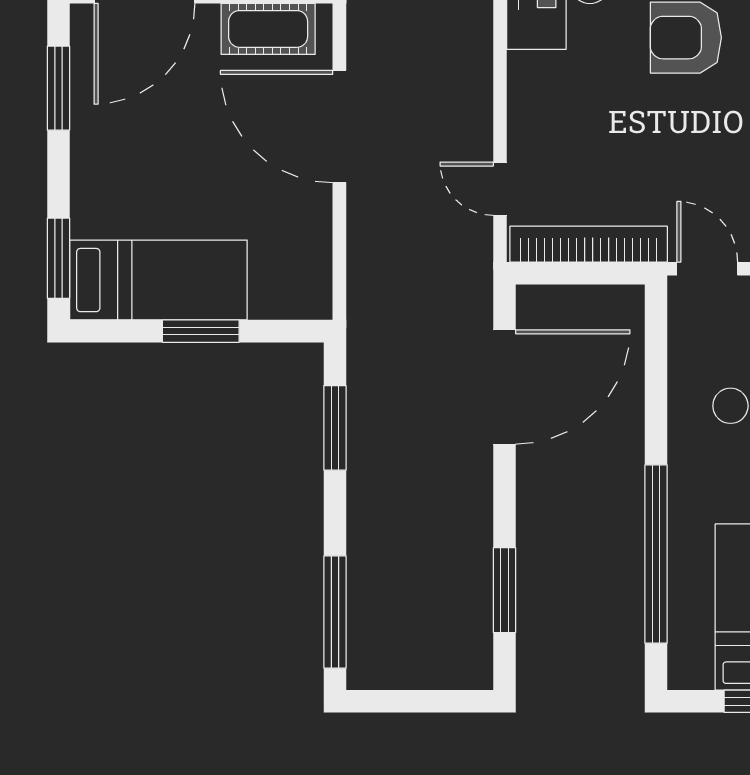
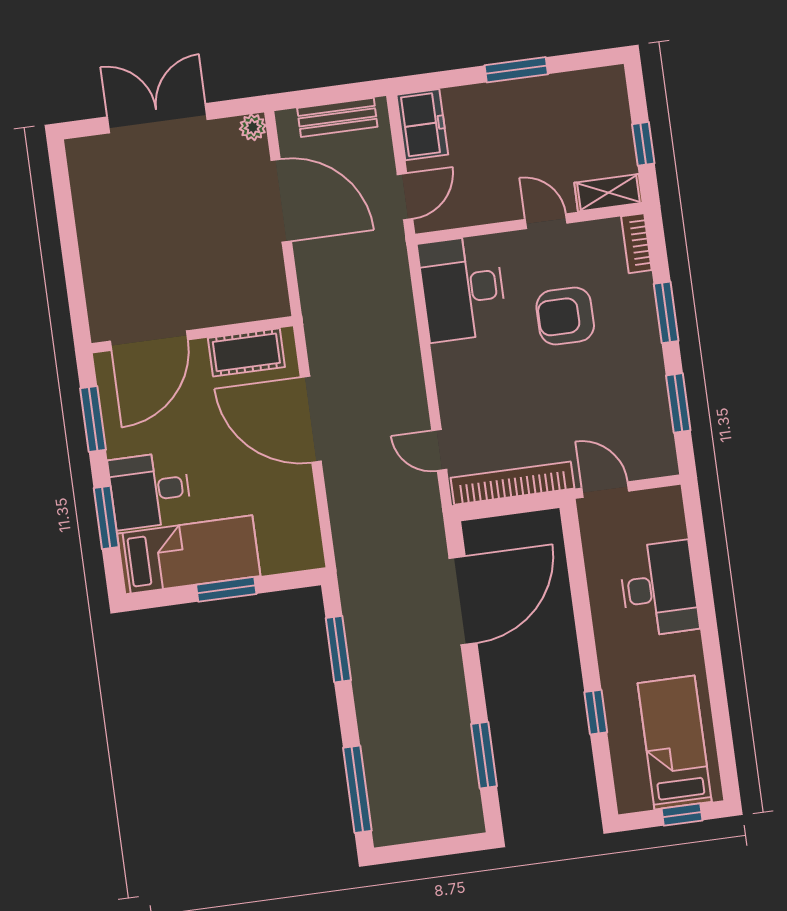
desk: (120, 190) -> (150, 490), added
window: (58, 258) -> (106, 517), moved
window: (656, 554) -> (596, 712), width x0.32

